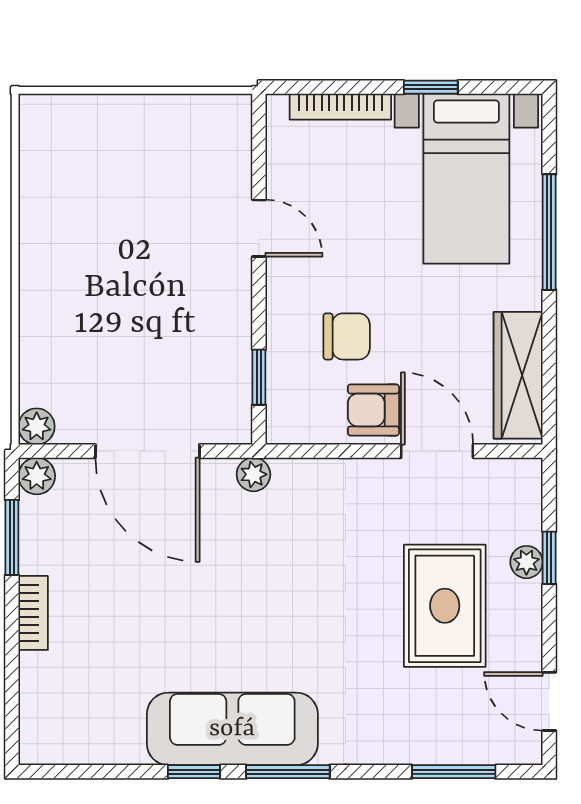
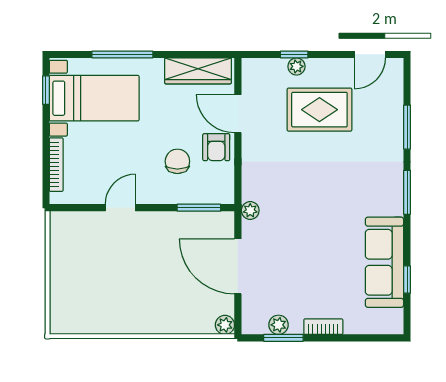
window: (431, 87) -> (46, 90), moved
window: (259, 377) -> (199, 208), width x1.50
door: (147, 451) -> (238, 266), swing flipped
door: (437, 451) -> (238, 114), hinge flipped
plant: (37, 476) -> (278, 325), moved
sofa: (232, 729) -> (384, 262), moved
window: (194, 772) -> (407, 279), moved
window: (454, 772) -> (407, 127), moved

